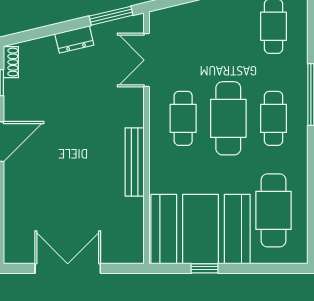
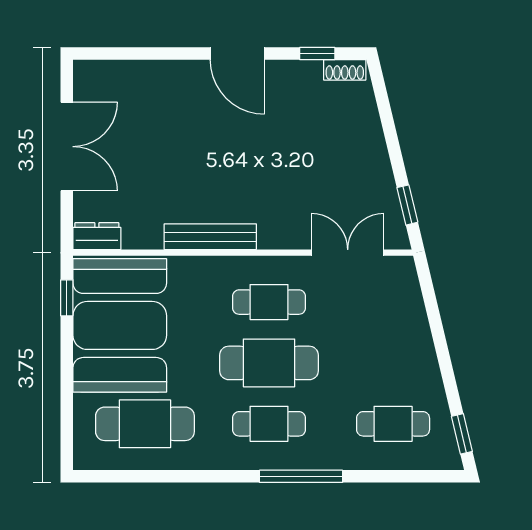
window: (111, 16) -> (407, 205), width x0.67
dresser: (74, 39) -> (97, 236), moved, turned 103
window: (205, 268) -> (67, 298), moved

